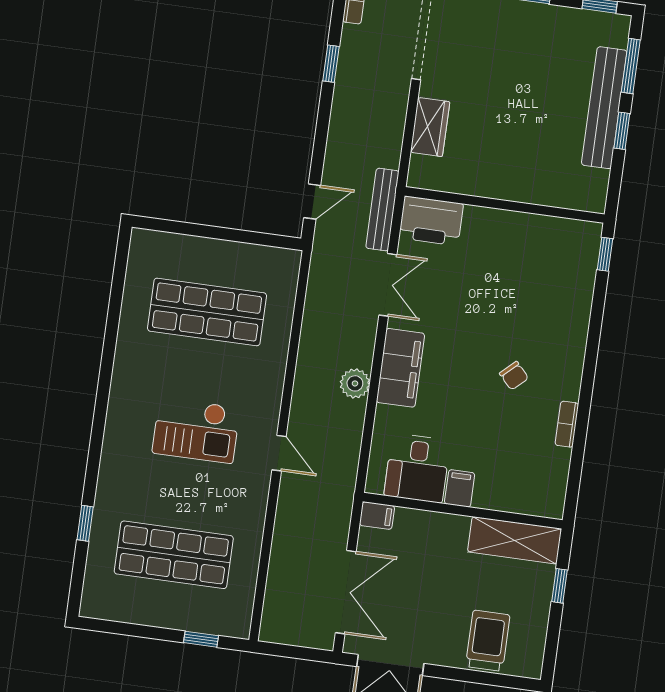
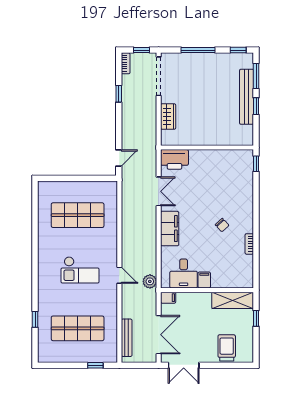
bench: (382, 210) -> (127, 338), moved
plant: (355, 383) -> (150, 281), moved

